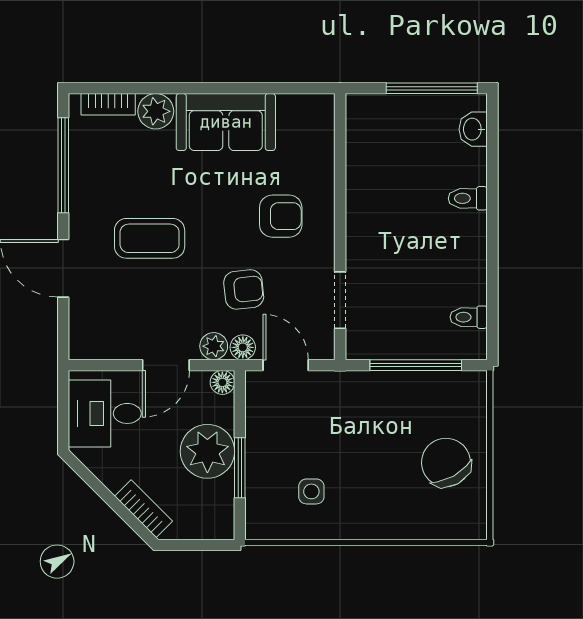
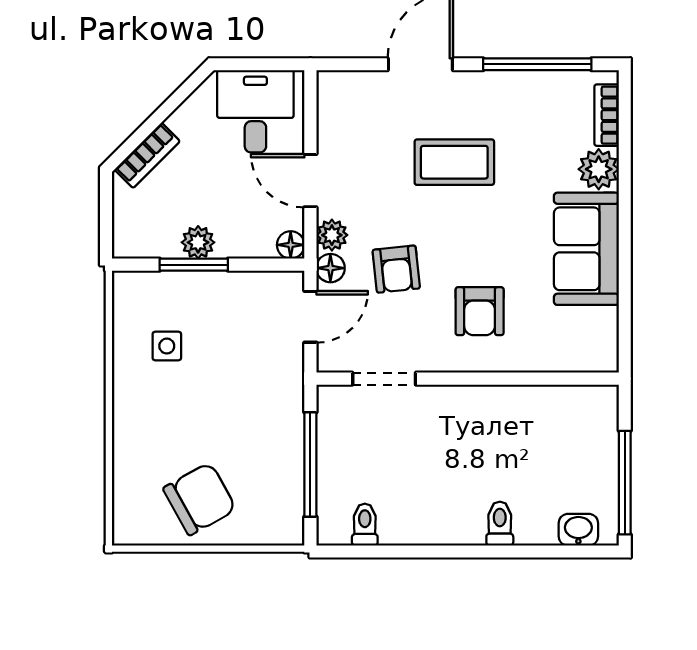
coffee table: (150, 238) -> (454, 162), turned 90
plant: (207, 451) -> (198, 242), width x0.53, depth x0.53

